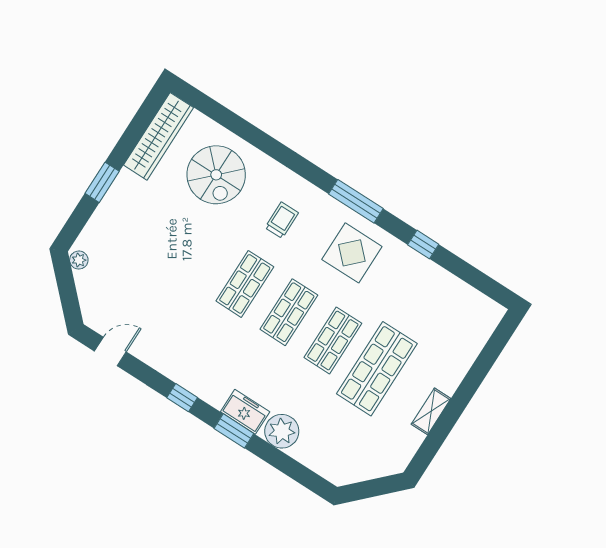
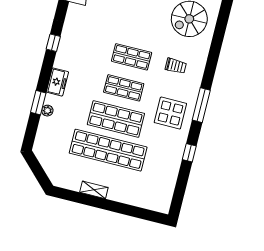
shop shelf: (333, 340) -> (116, 119), width x1.43, depth x1.36
shop shelf: (377, 369) -> (108, 150), width x1.40
window: (234, 431) -> (38, 103), moved
plant: (282, 431) -> (47, 111), width x0.53, depth x0.53

